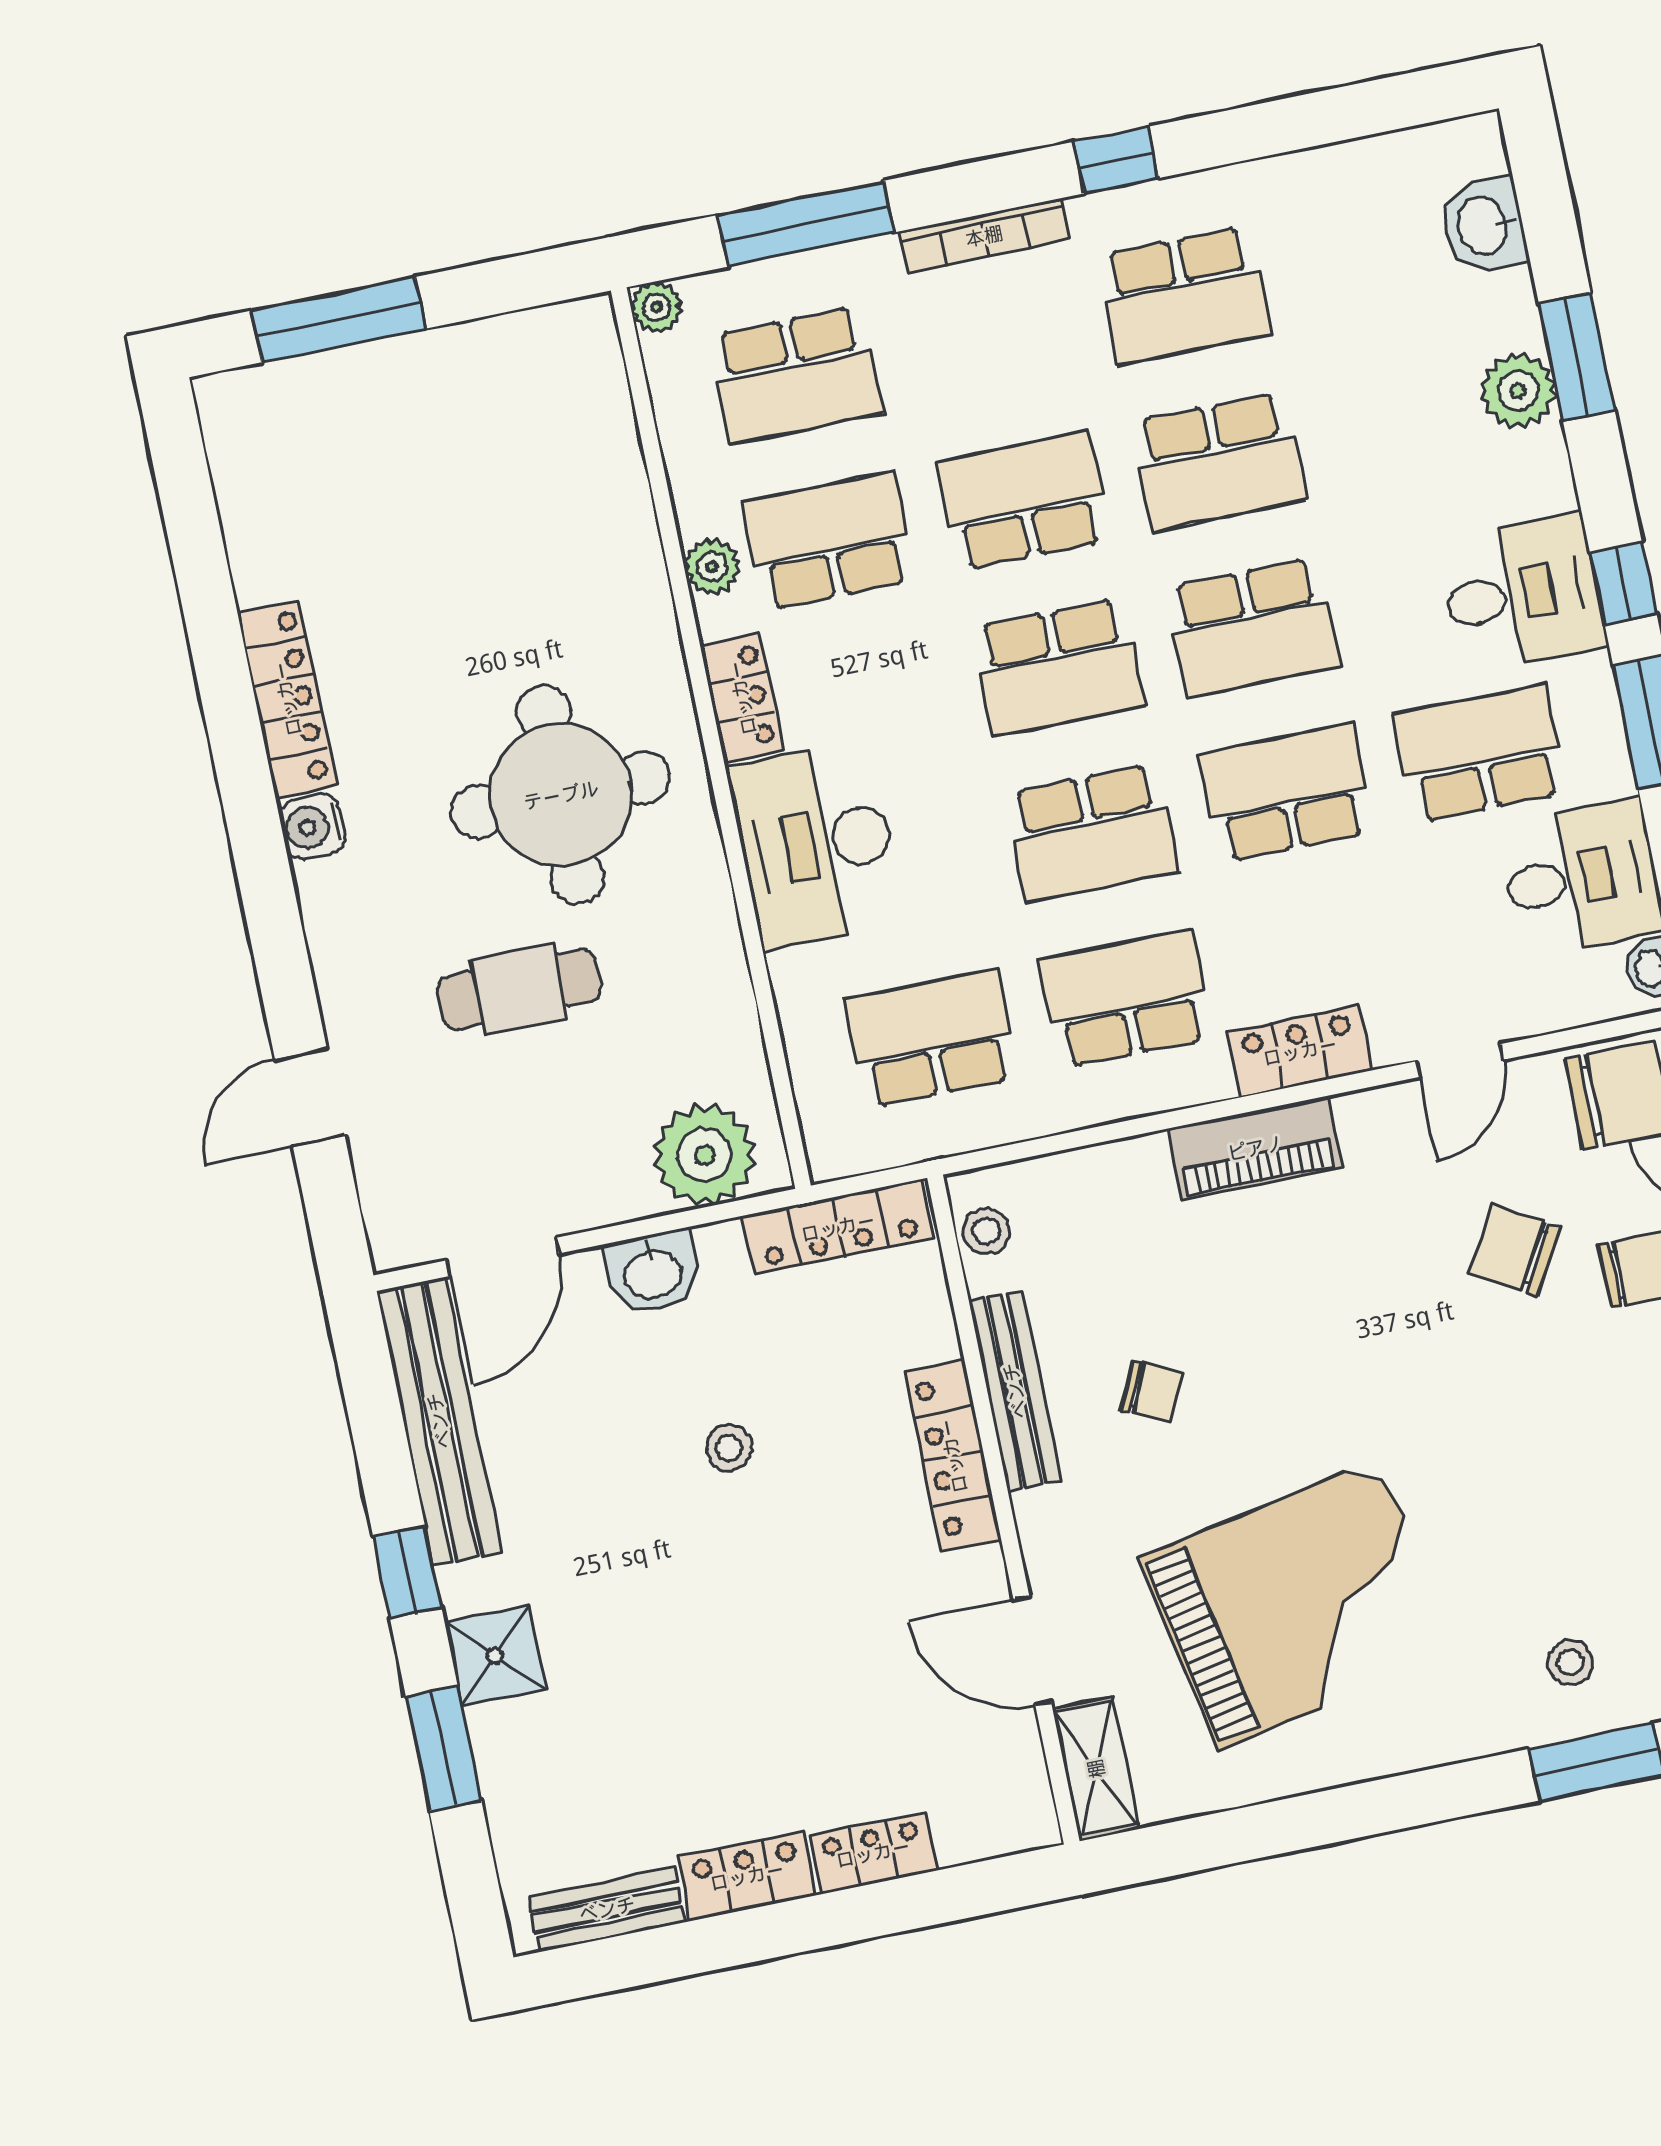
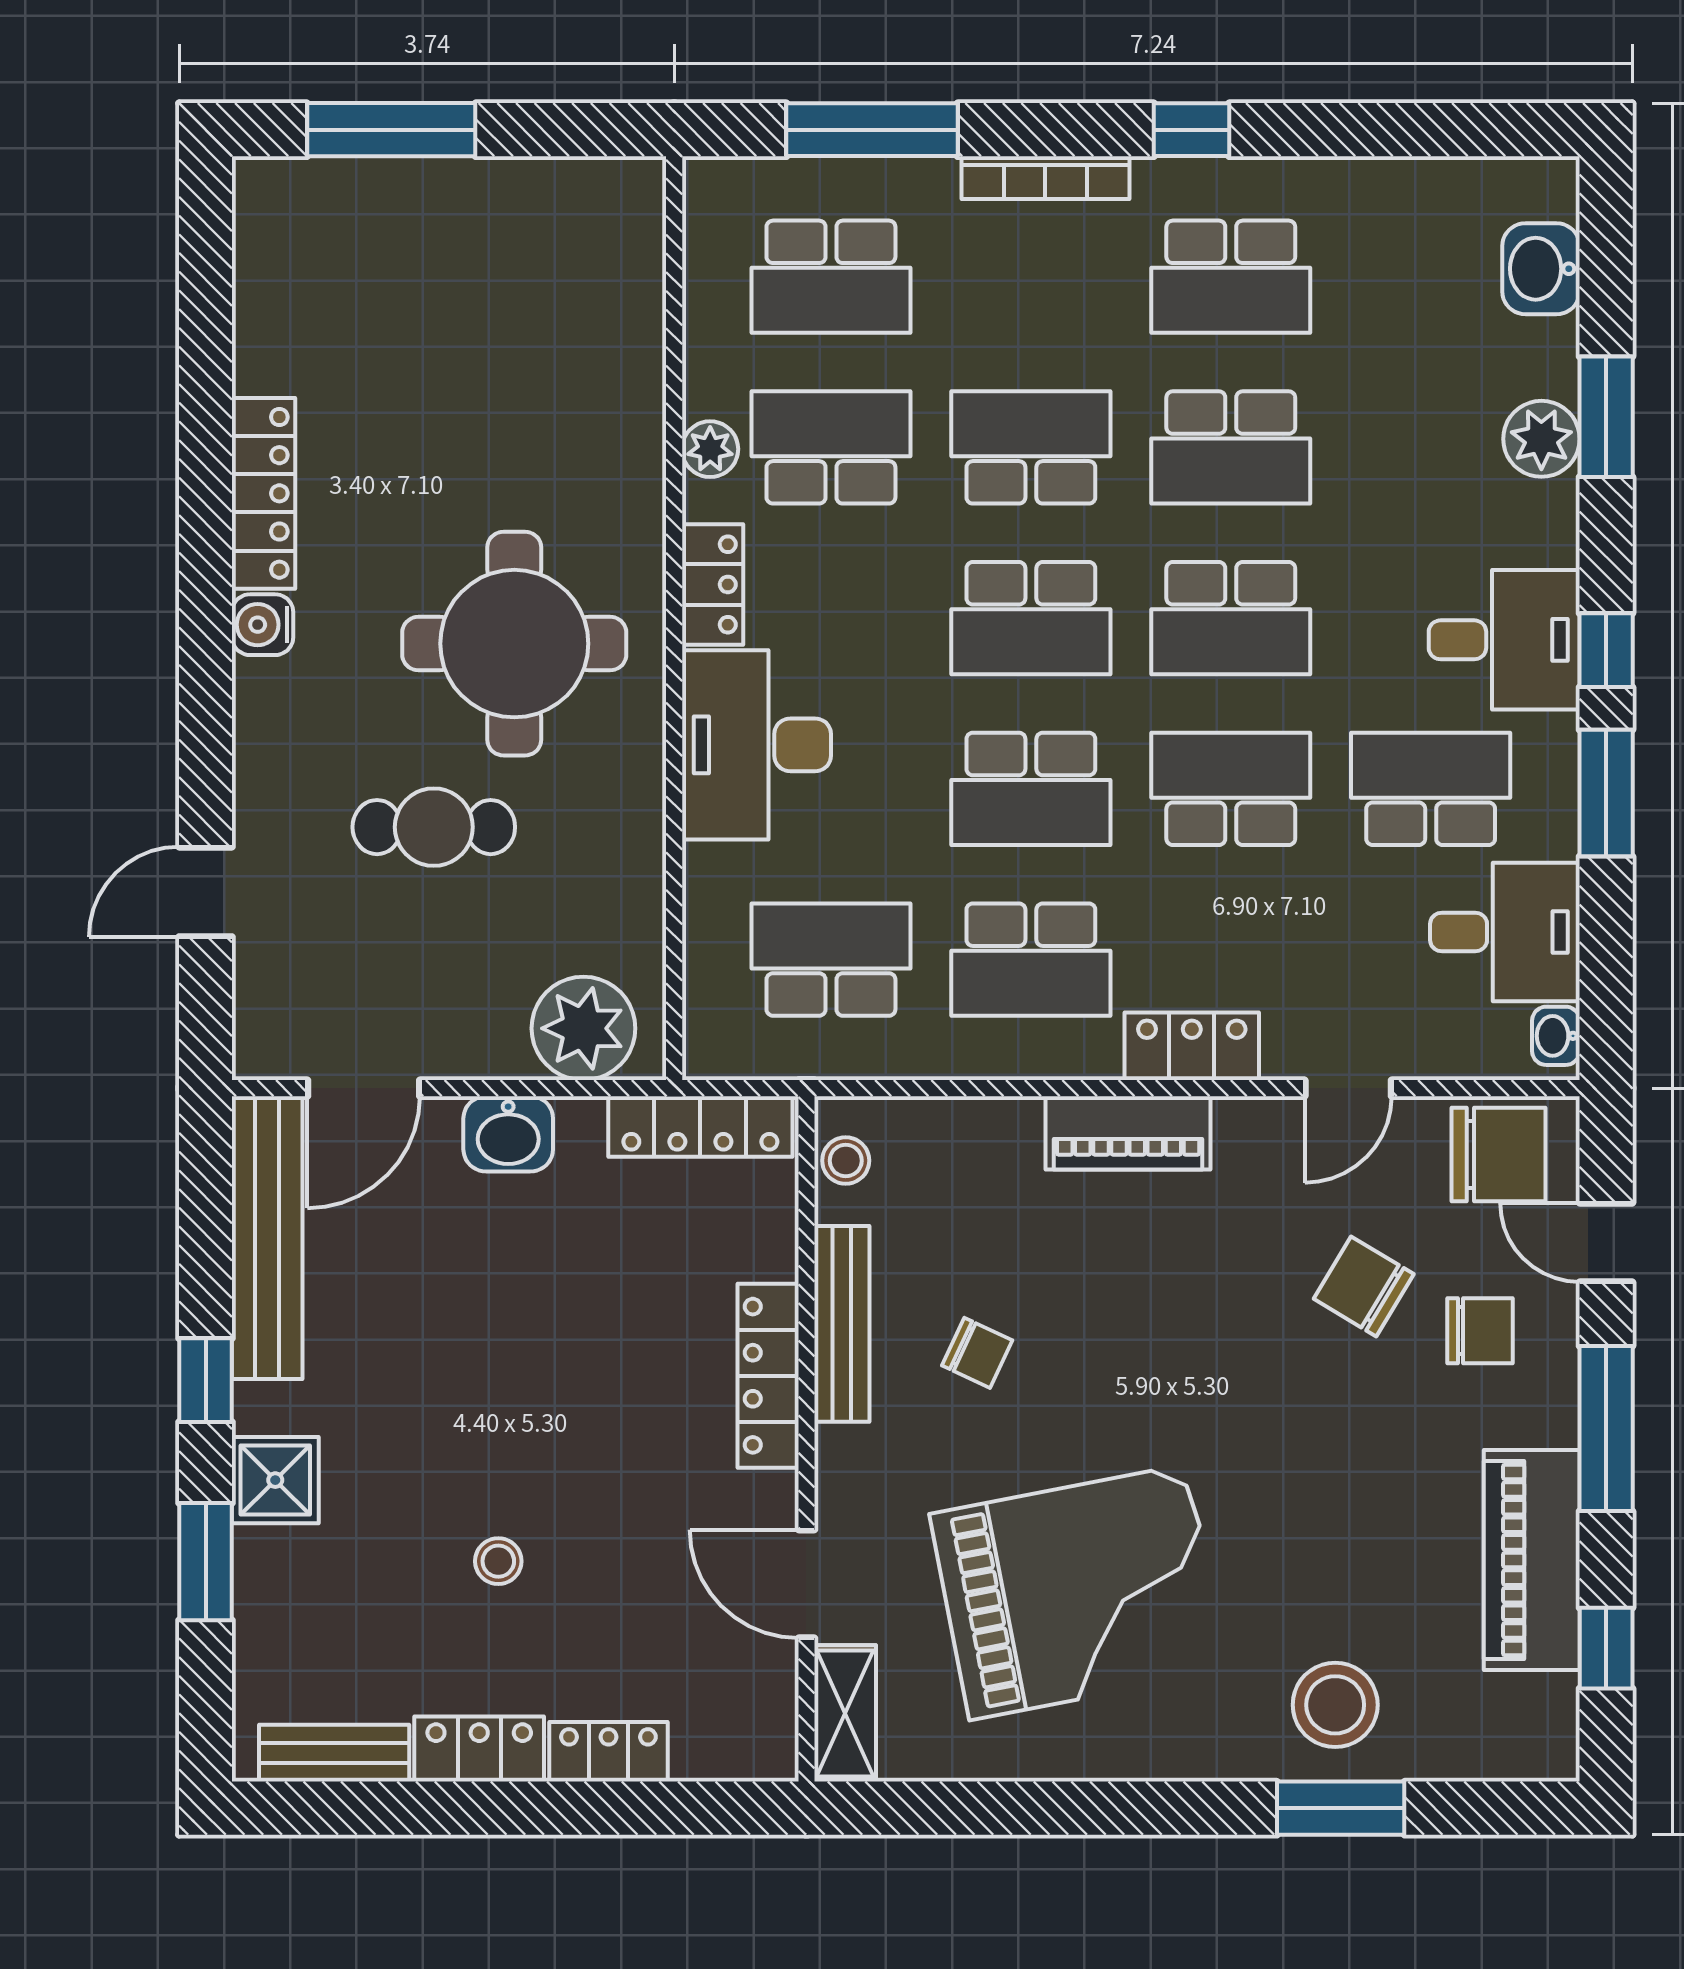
plant: (657, 307) -> (708, 182), removed
school desk: (1126, 999) -> (1031, 960), turned 180
stool: (729, 1448) -> (498, 1561), moved
stool: (1570, 1663) -> (1335, 1705), width x1.89, depth x1.89

